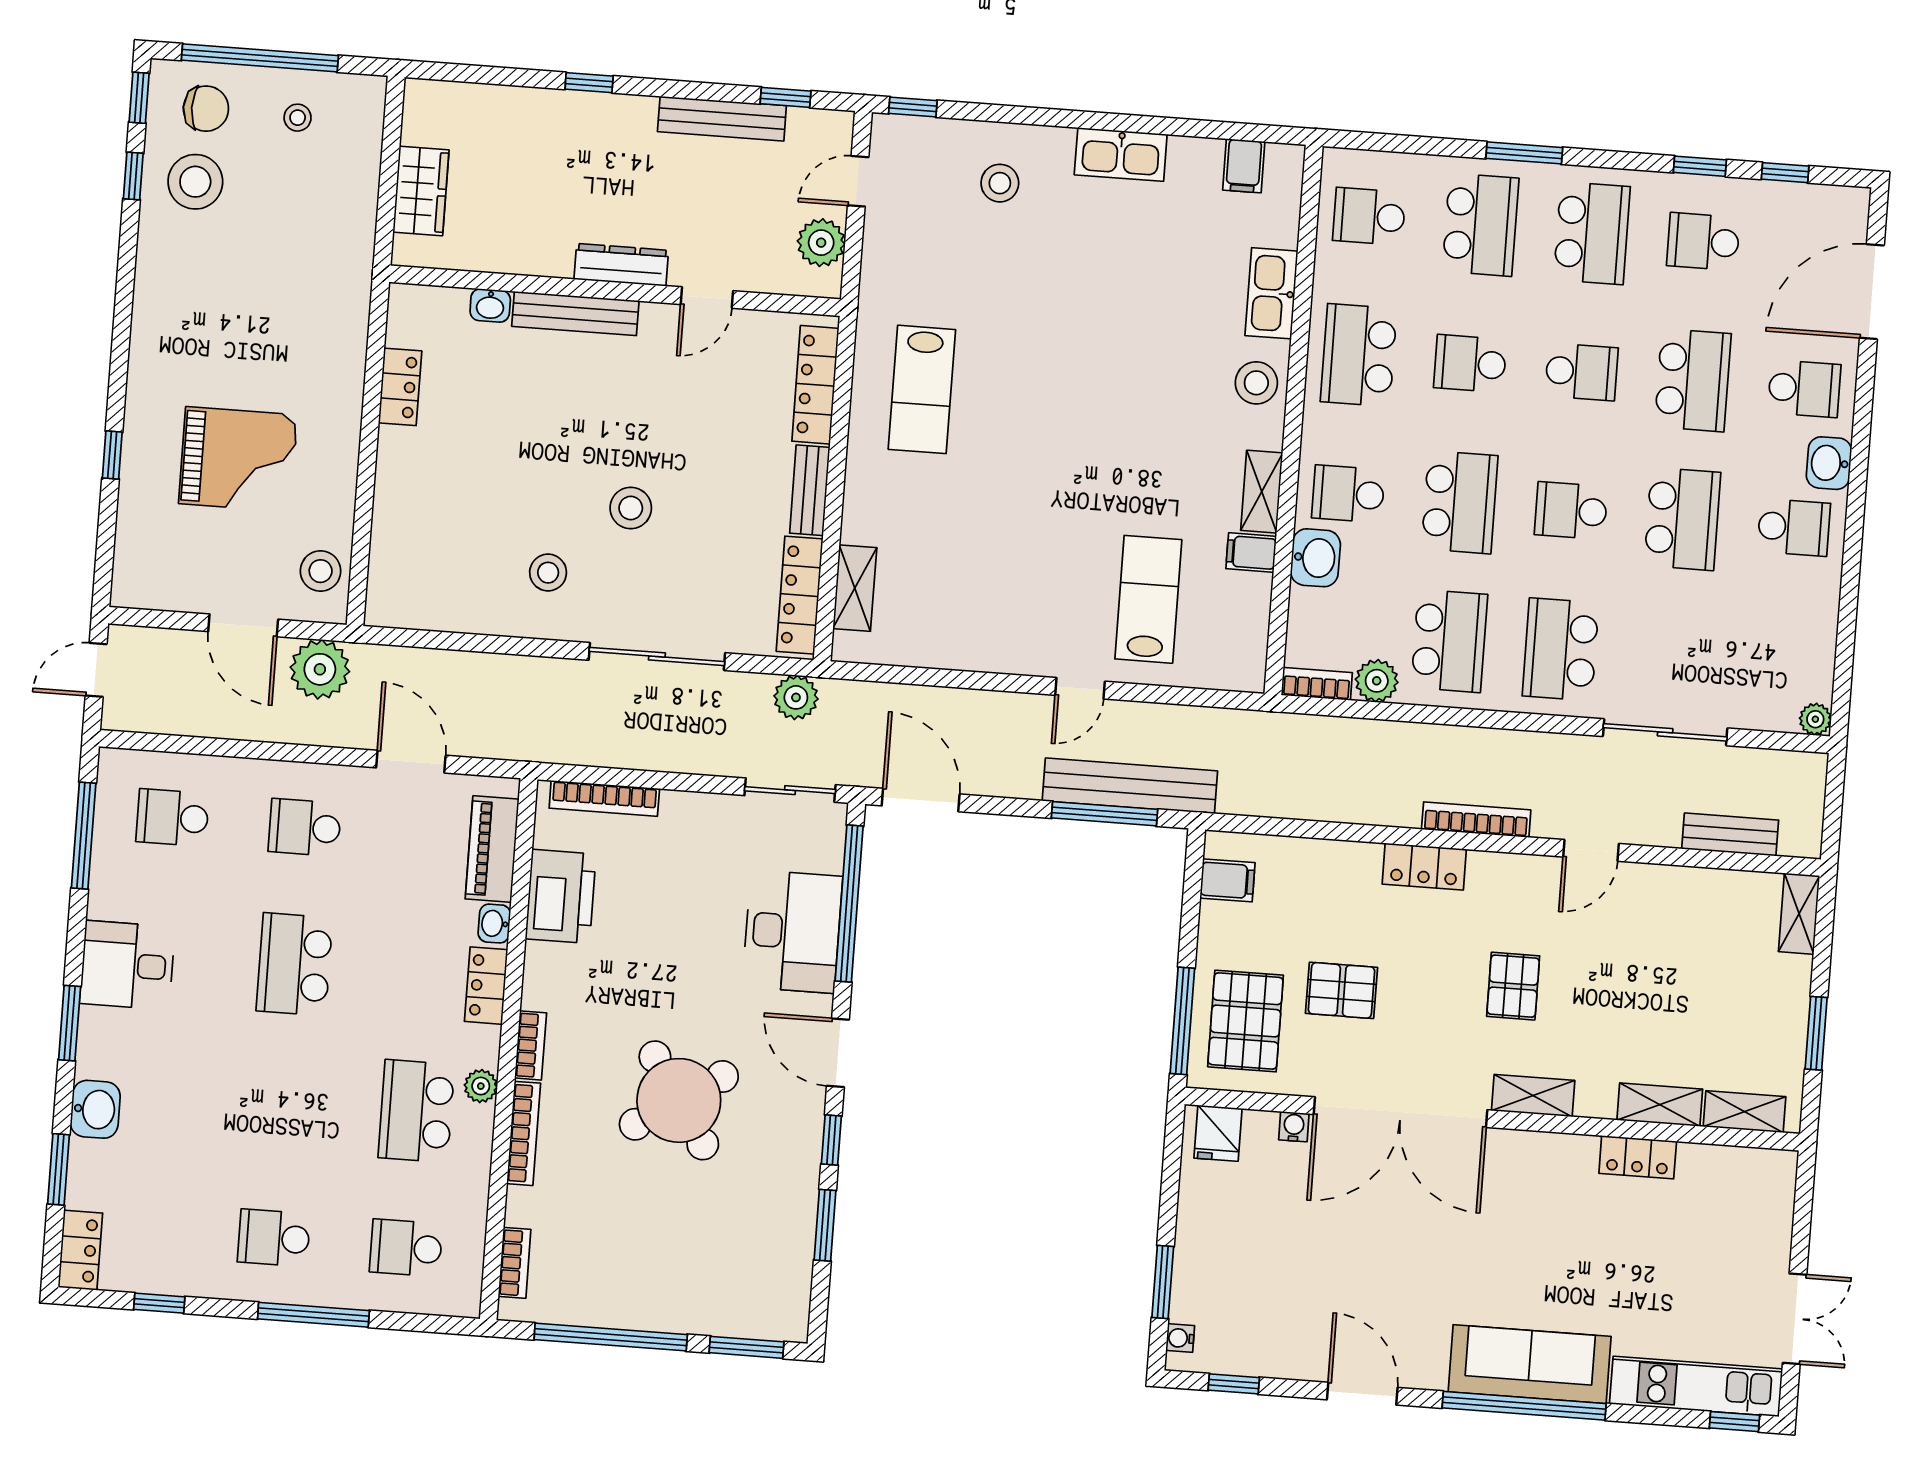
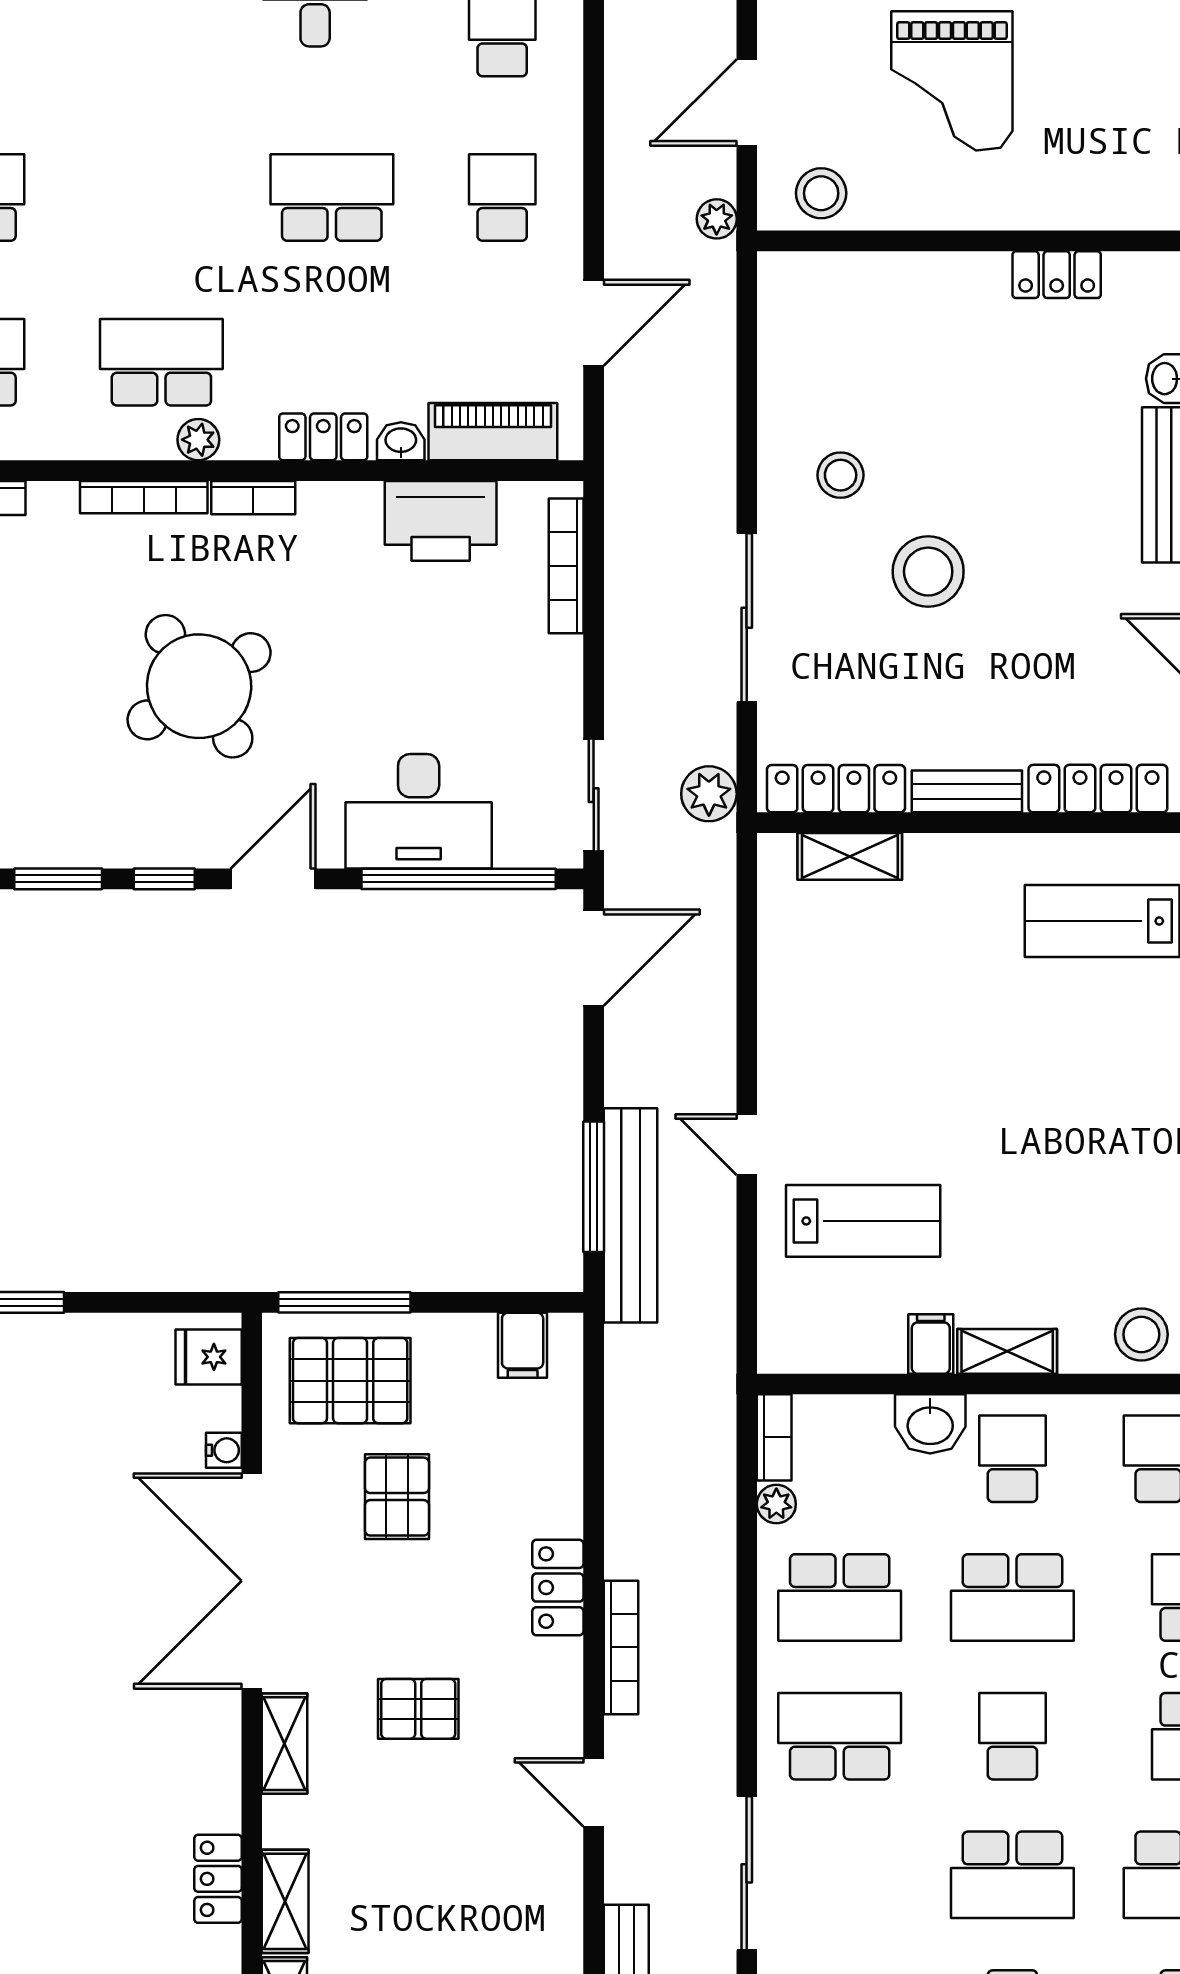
stool: (631, 508) -> (928, 572), width x1.38, depth x1.38
plant: (320, 669) -> (717, 219), width x0.53, depth x0.53
plant: (1377, 681) -> (776, 1504), width x0.73, depth x0.73

